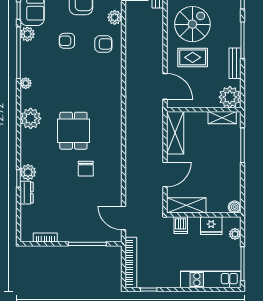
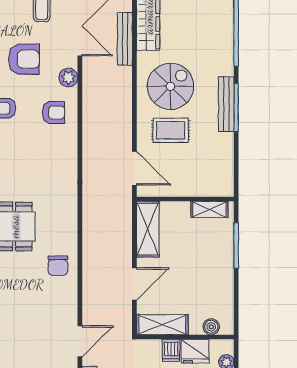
bench: (235, 63) -> (226, 104), moved, width x1.36
plant: (230, 97) -> (220, 182), removed
chair: (86, 169) -> (58, 266), moved
boiler: (235, 207) -> (211, 327), moved
door: (124, 218) -> (80, 341), swing flipped
dishwasher: (181, 225) -> (171, 350), moved

